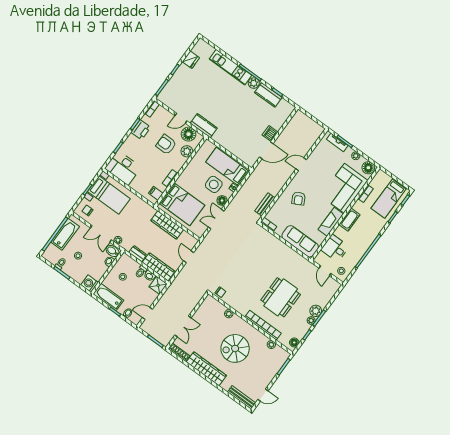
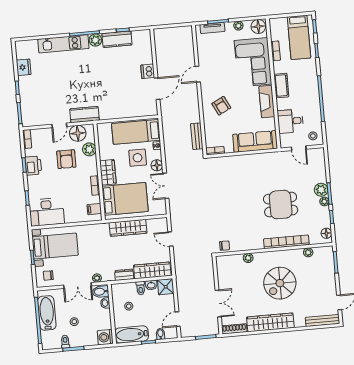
armchair: (166, 145) -> (66, 159), turned -90
wardrobe: (186, 177) -> (108, 172), added
dining table: (281, 297) -> (281, 205), width x0.73

